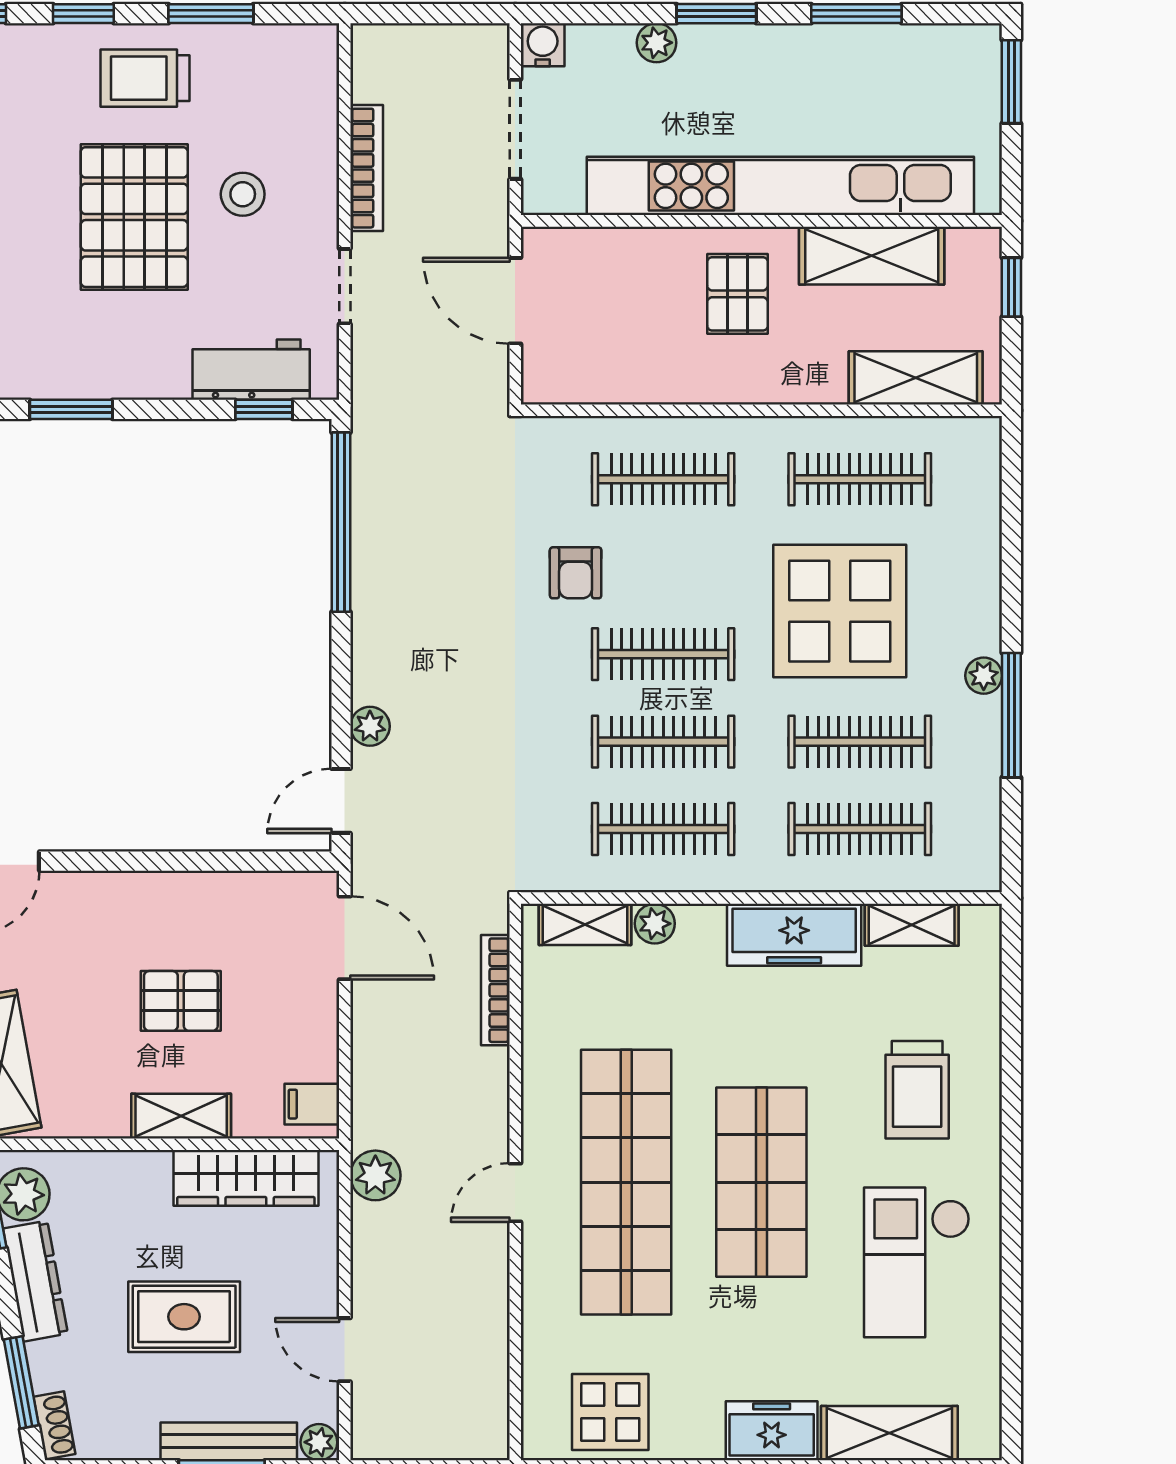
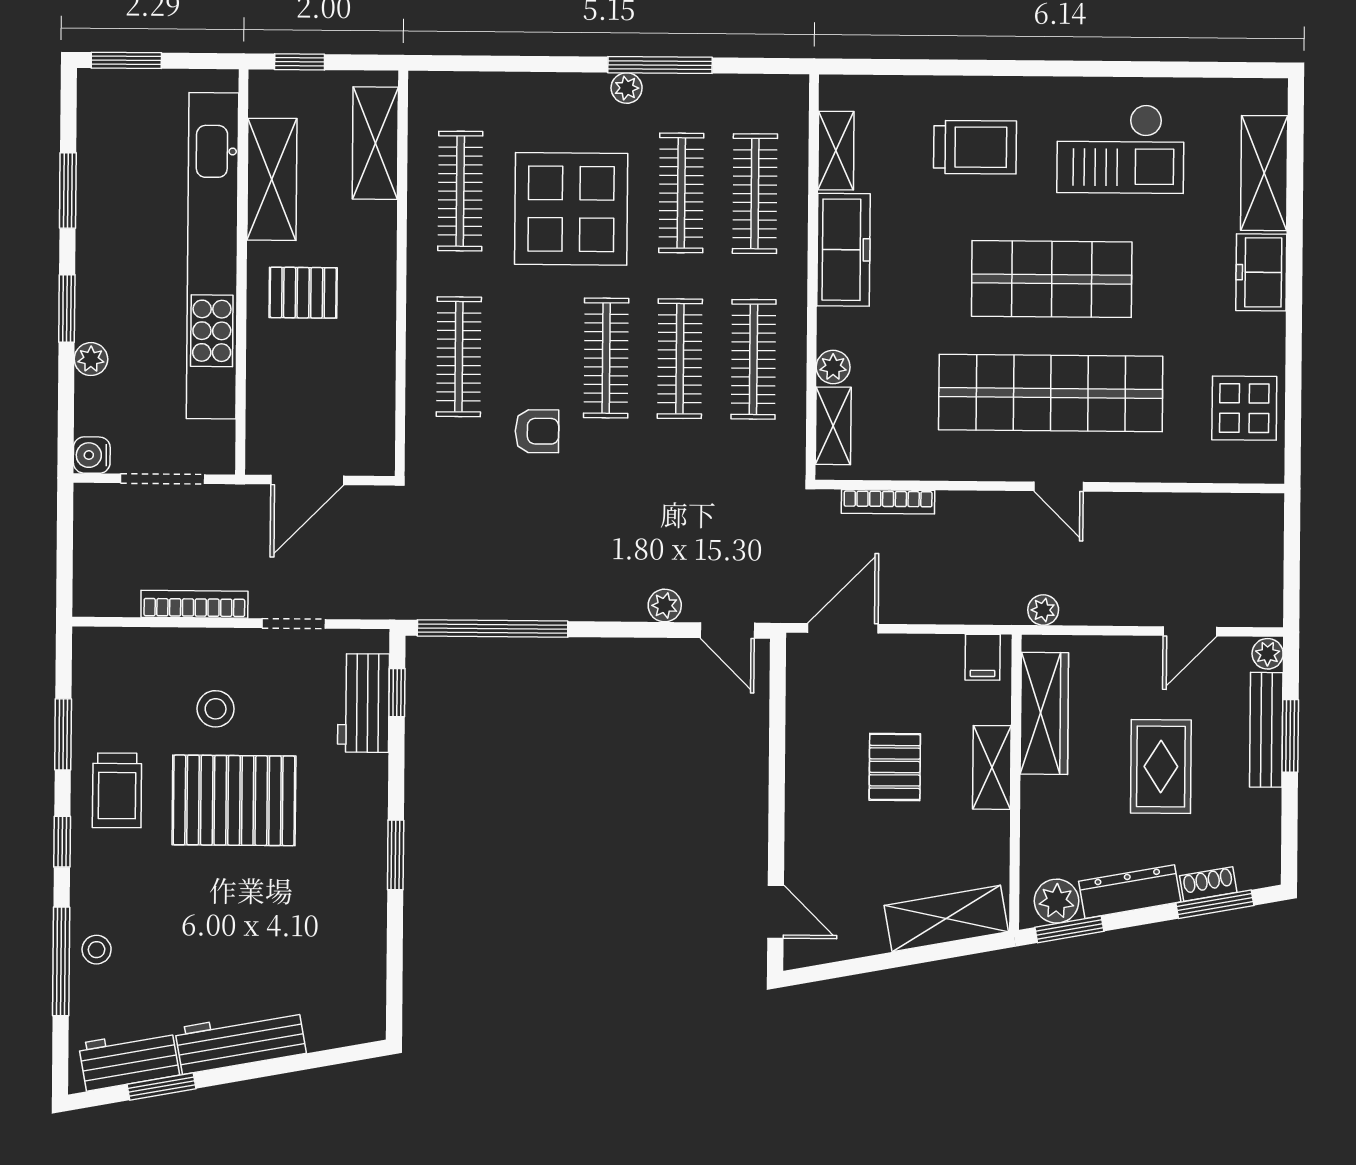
plant: (375, 1175) -> (1043, 610), width x0.73, depth x0.73
shoe rack: (54, 1425) -> (1208, 884), moved

